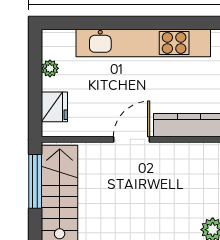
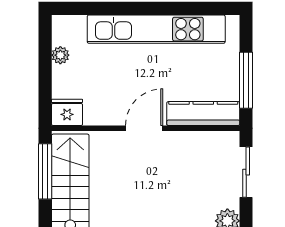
fridge: (54, 107) -> (67, 112), moved, turned -90

